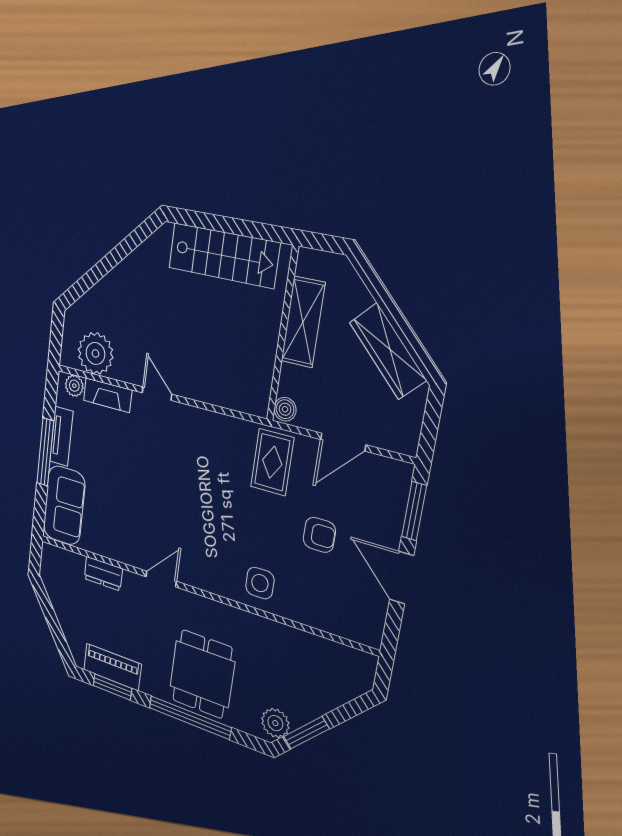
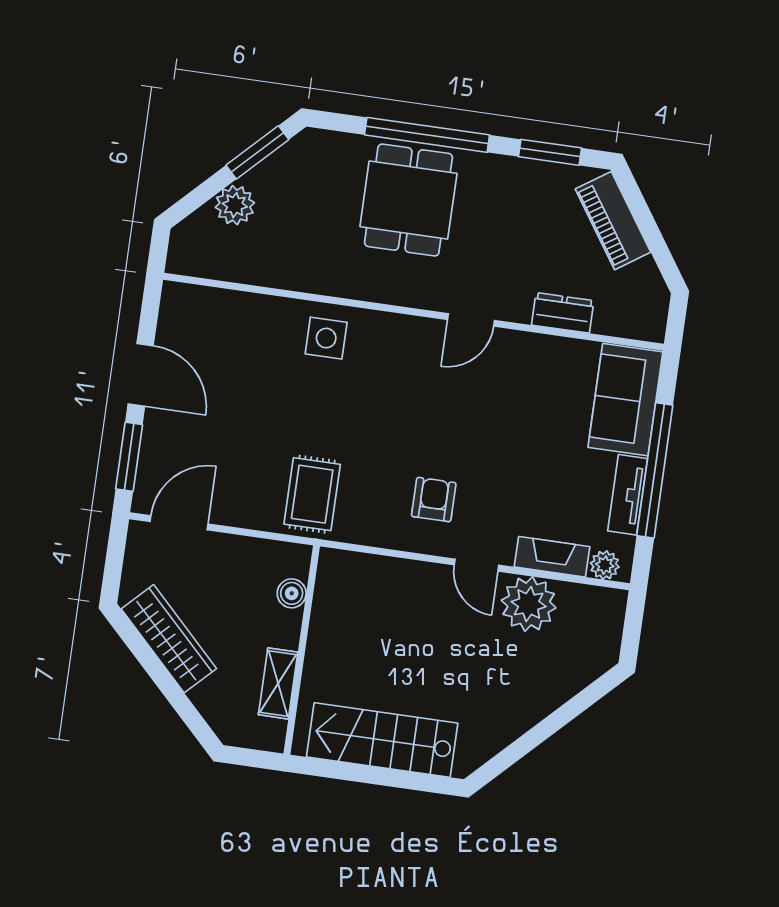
shelving: (303, 322) -> (278, 683), width x0.67, depth x0.75
plant: (95, 353) -> (529, 604), moved
boiler: (285, 409) -> (292, 593), moved
door: (343, 442) -> (179, 523), moved
window: (45, 452) -> (655, 470), width x1.46
armchair: (319, 535) -> (434, 500), moved, turned 90
piano: (112, 667) -> (613, 221), moved, turned 56
plant: (275, 723) -> (235, 205), moved

